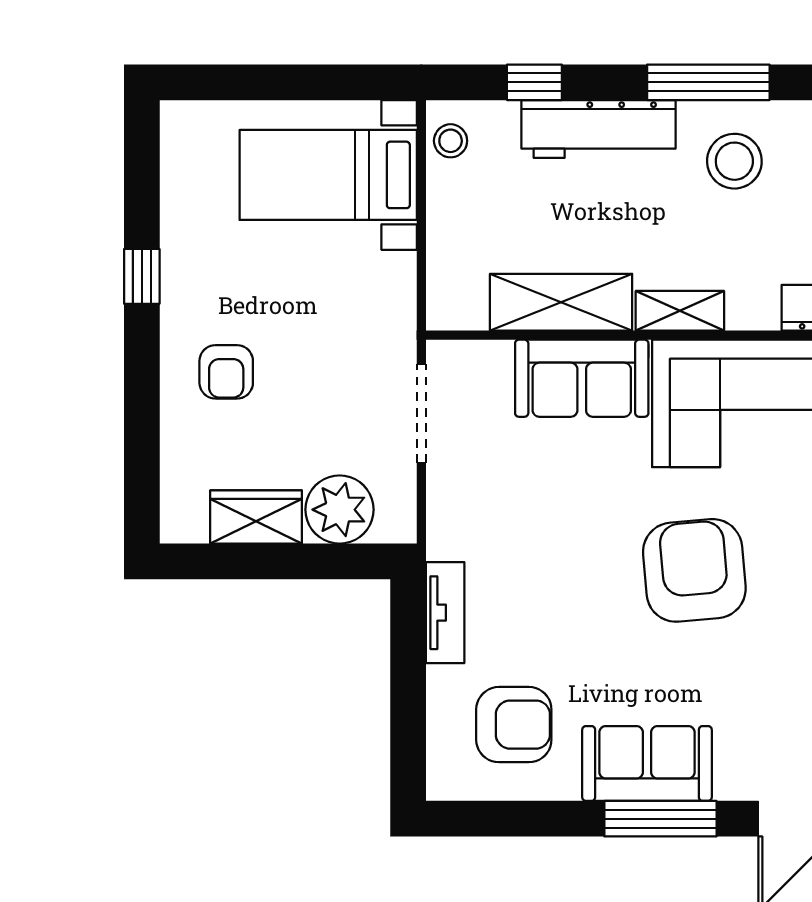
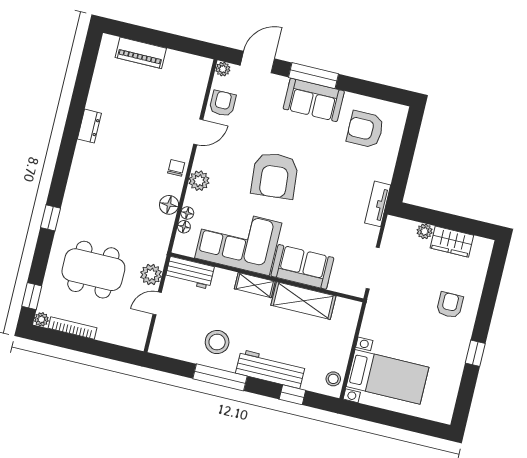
plant: (340, 510) -> (425, 231), width x0.53, depth x0.53
tv unit: (445, 613) -> (378, 204), moved

